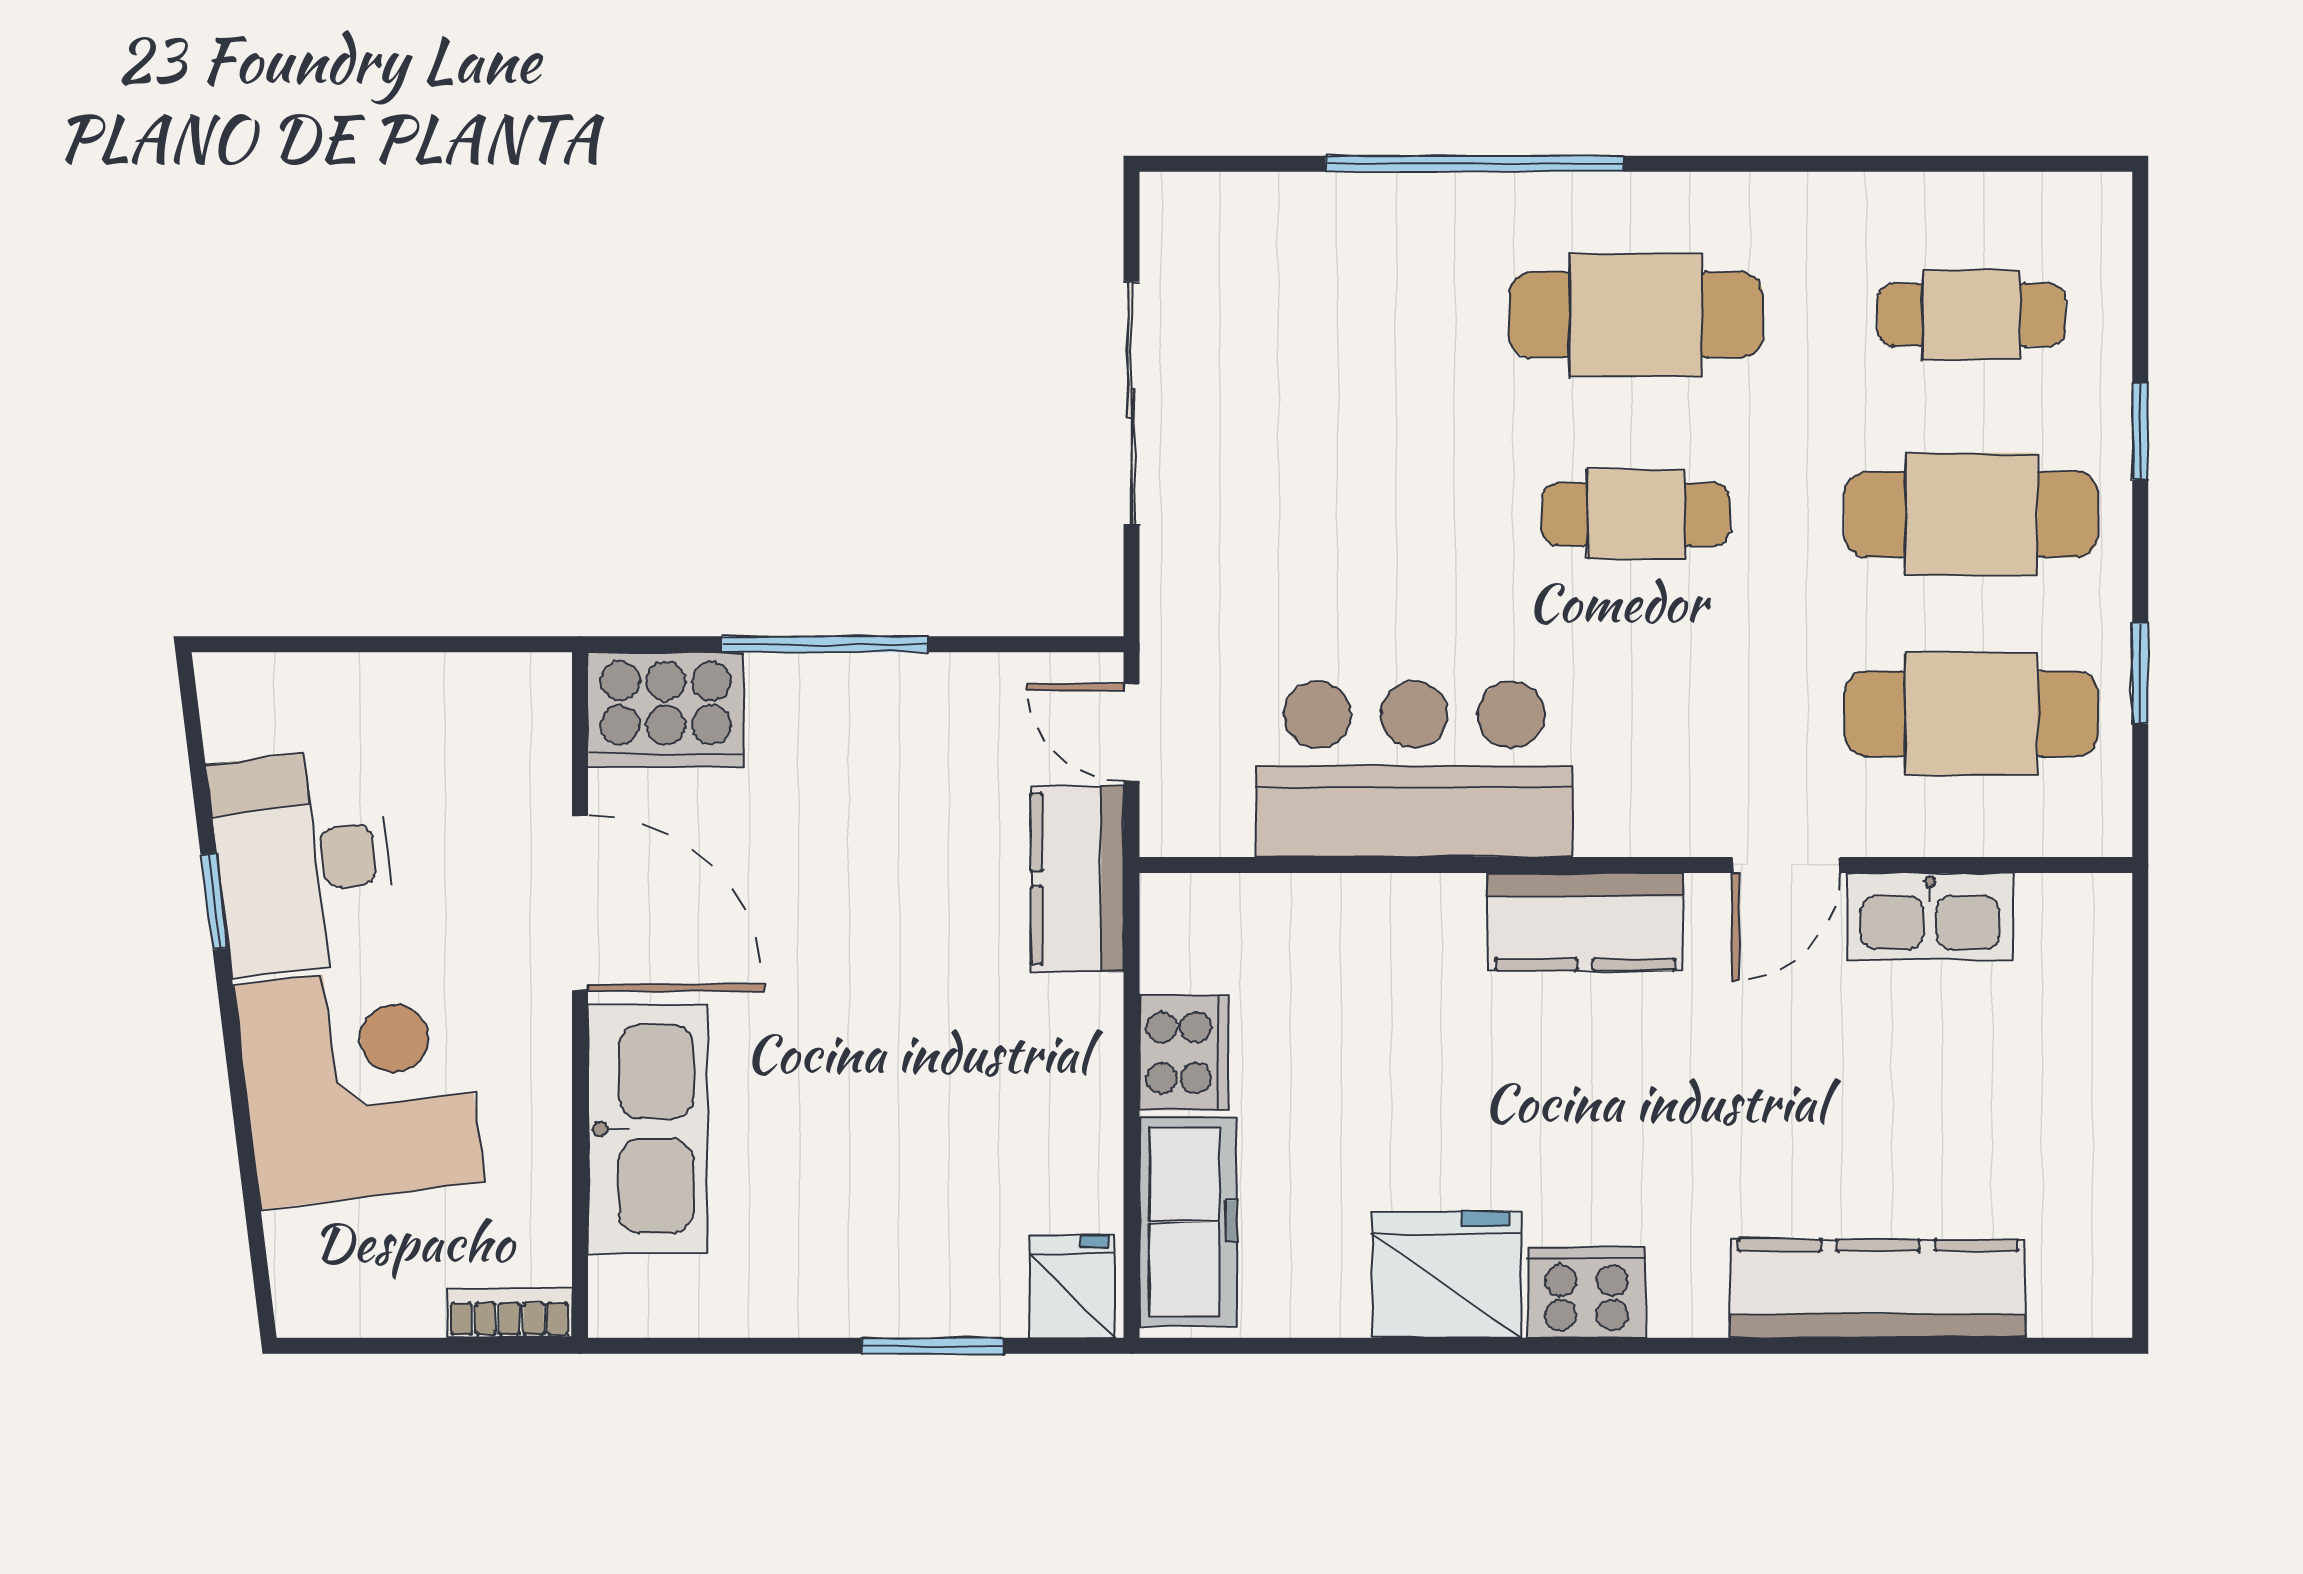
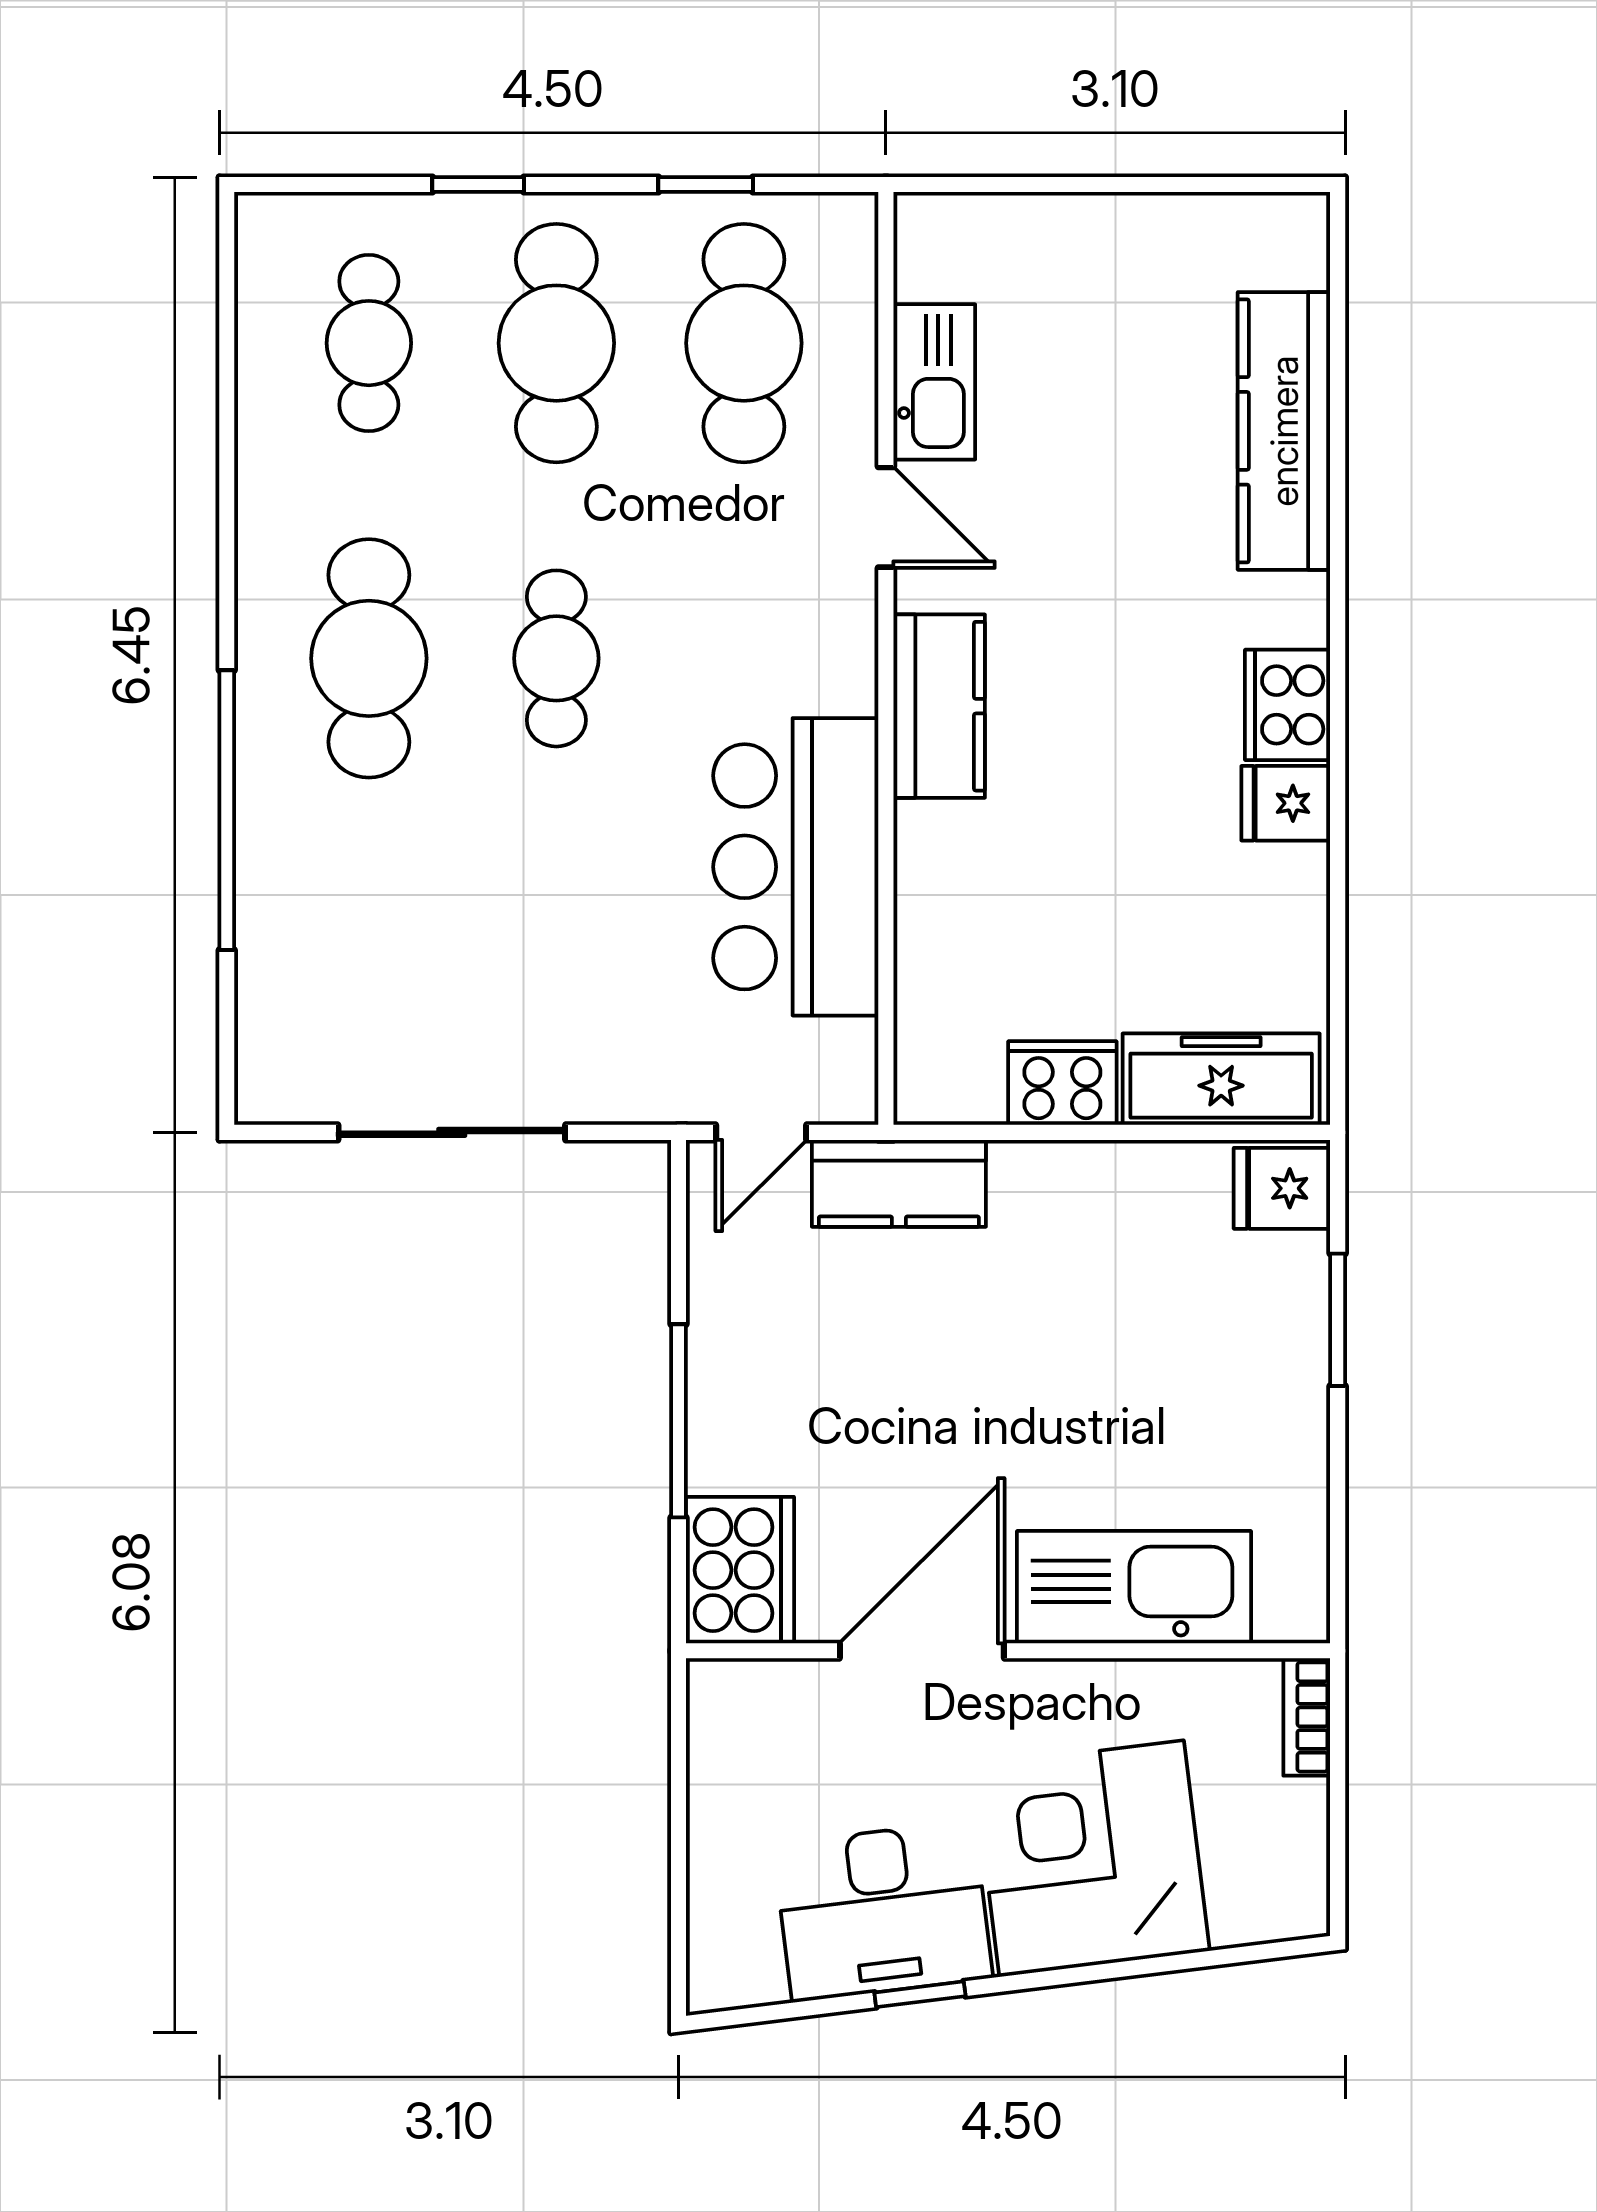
fridge: (1447, 1274) -> (1286, 803), width x0.53, depth x0.75

